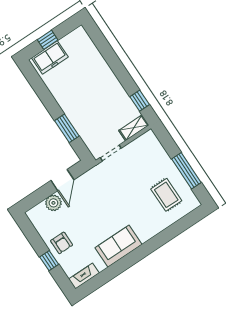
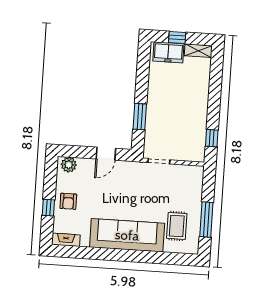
shelving: (134, 128) -> (198, 51), moved
plant: (53, 203) -> (69, 165), moved
sofa: (119, 246) -> (127, 235), width x1.85, depth x1.27

